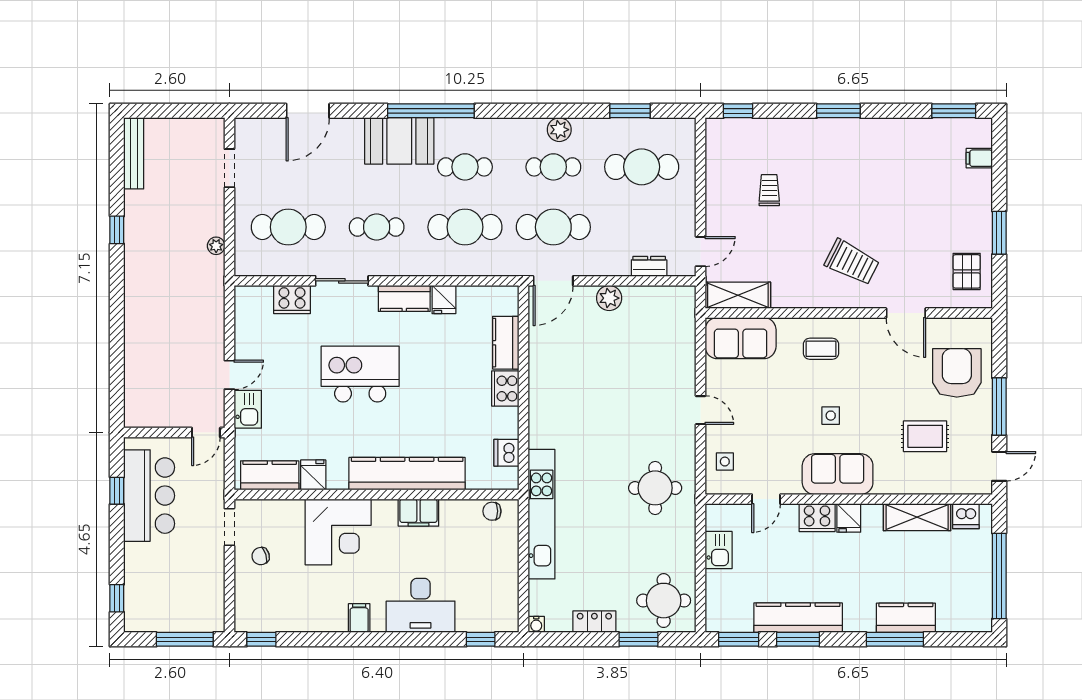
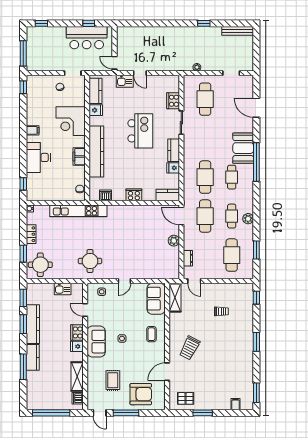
cafe table: (377, 227) -> (205, 138), removed
kitchen counter: (506, 343) -> (168, 195), moved
kitchen counter: (906, 618) -> (33, 357), moved

